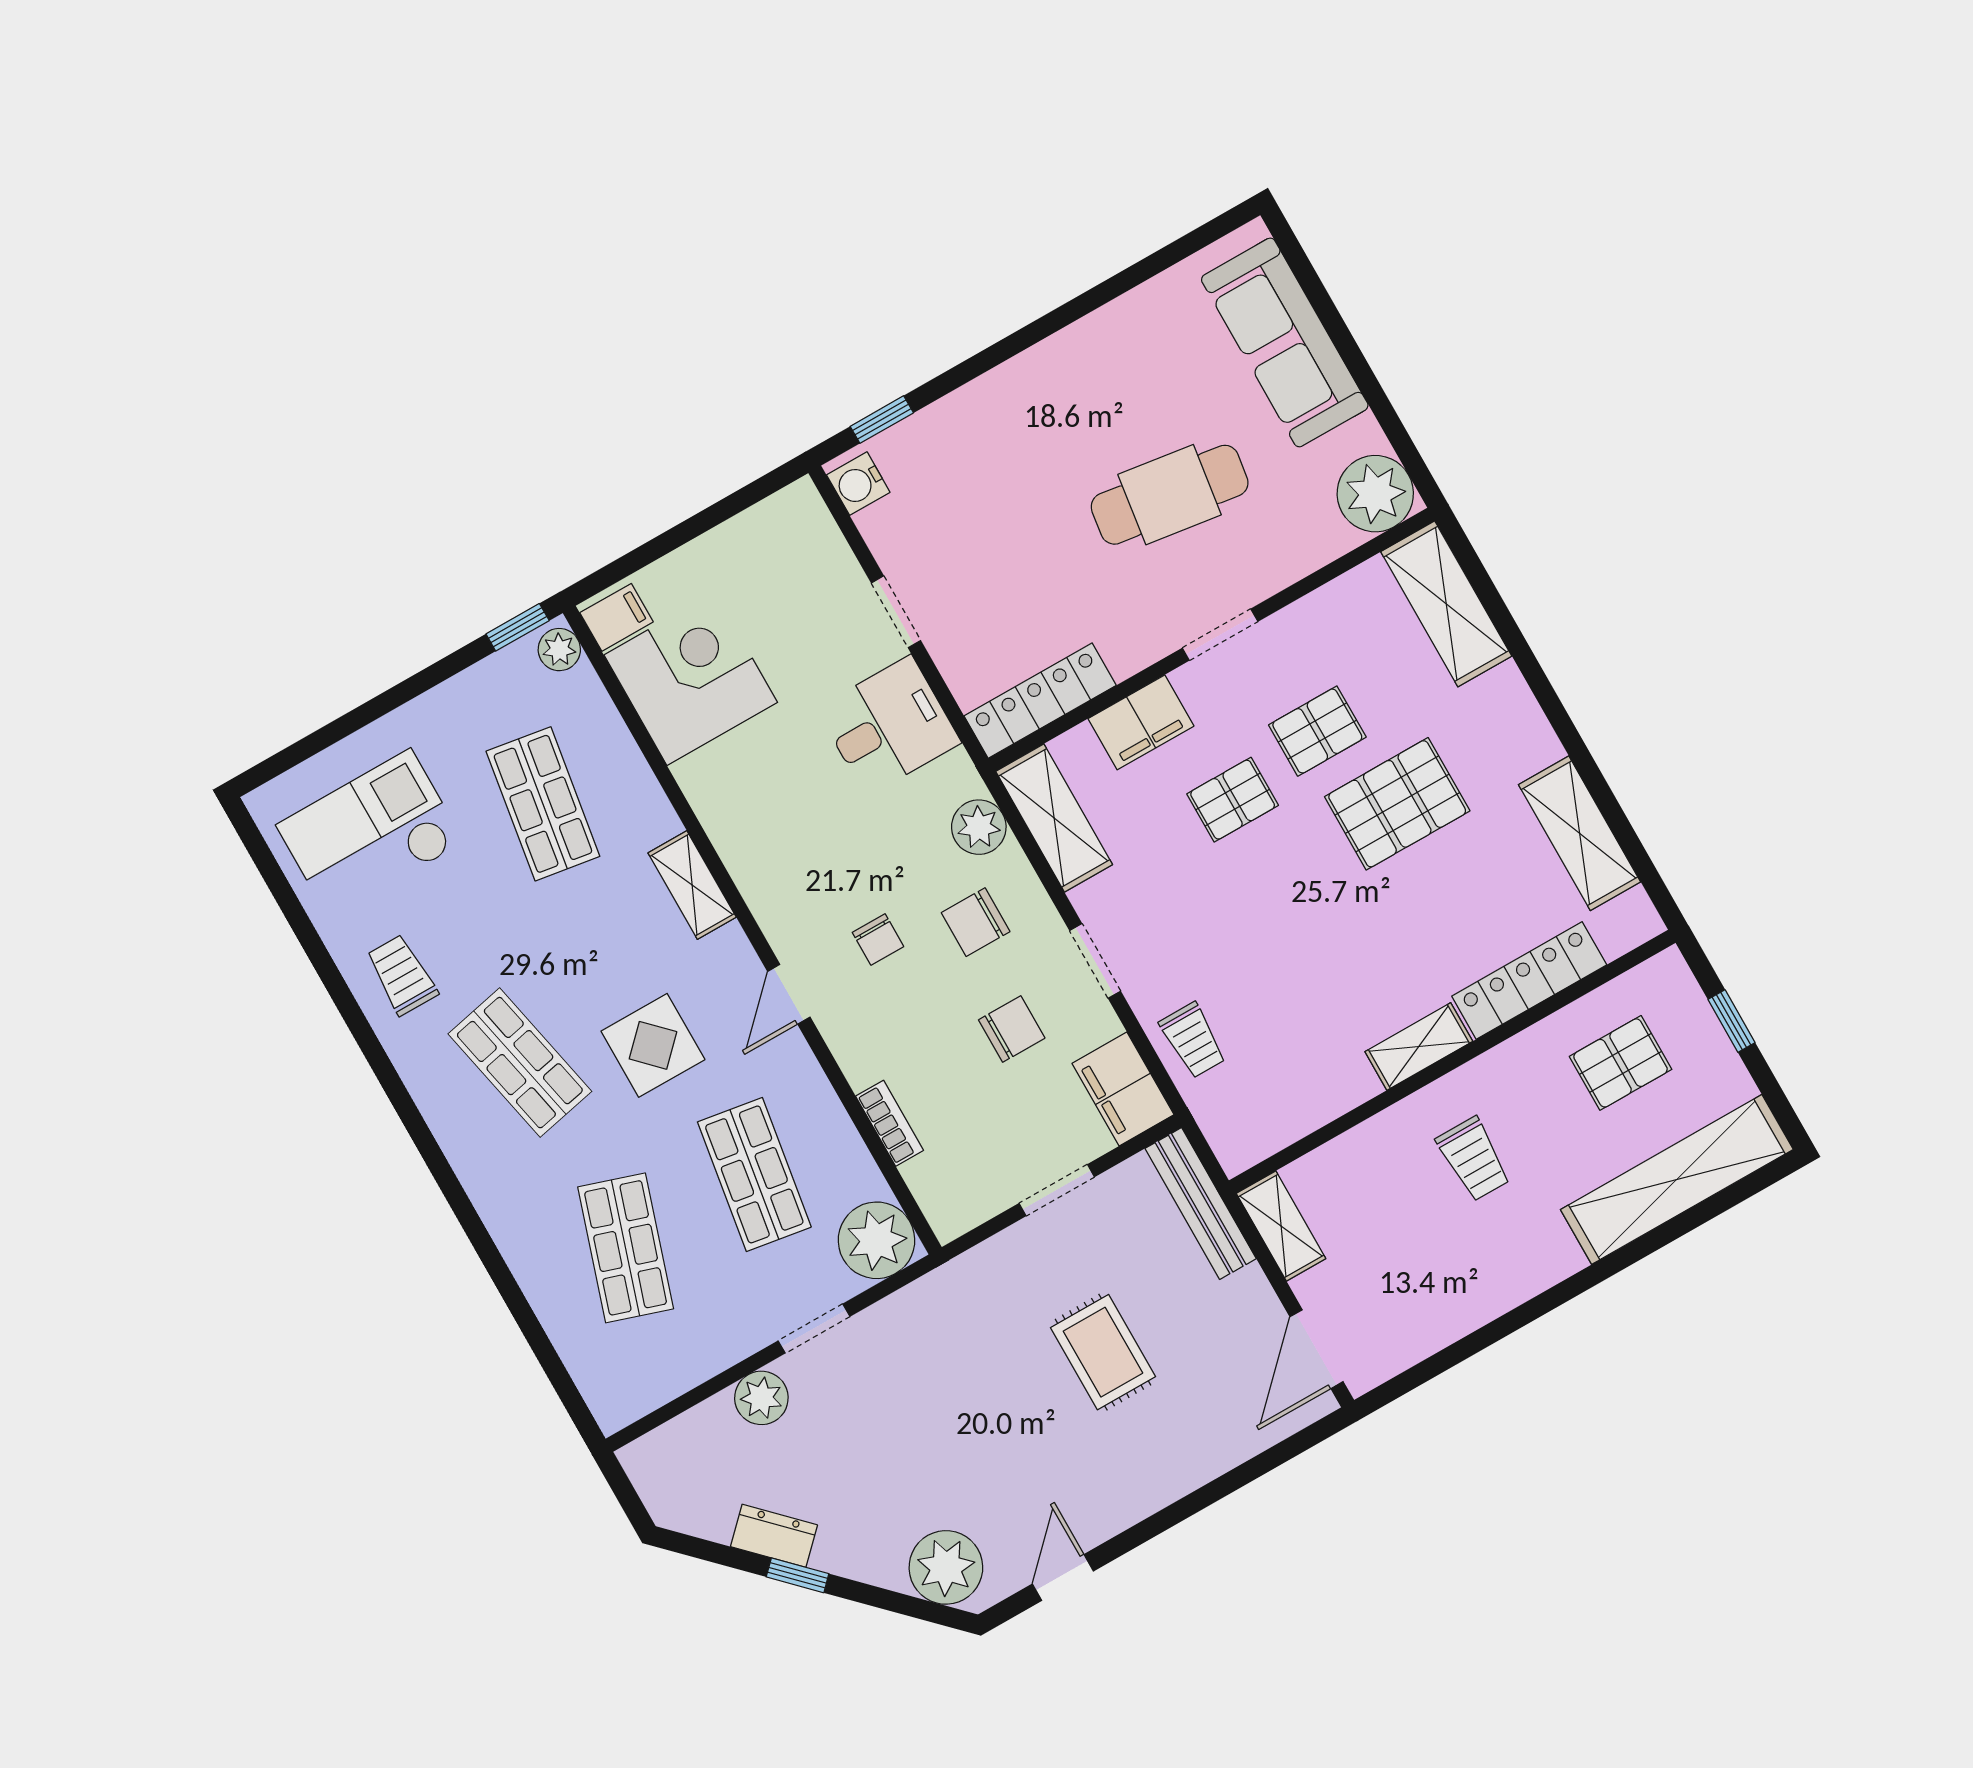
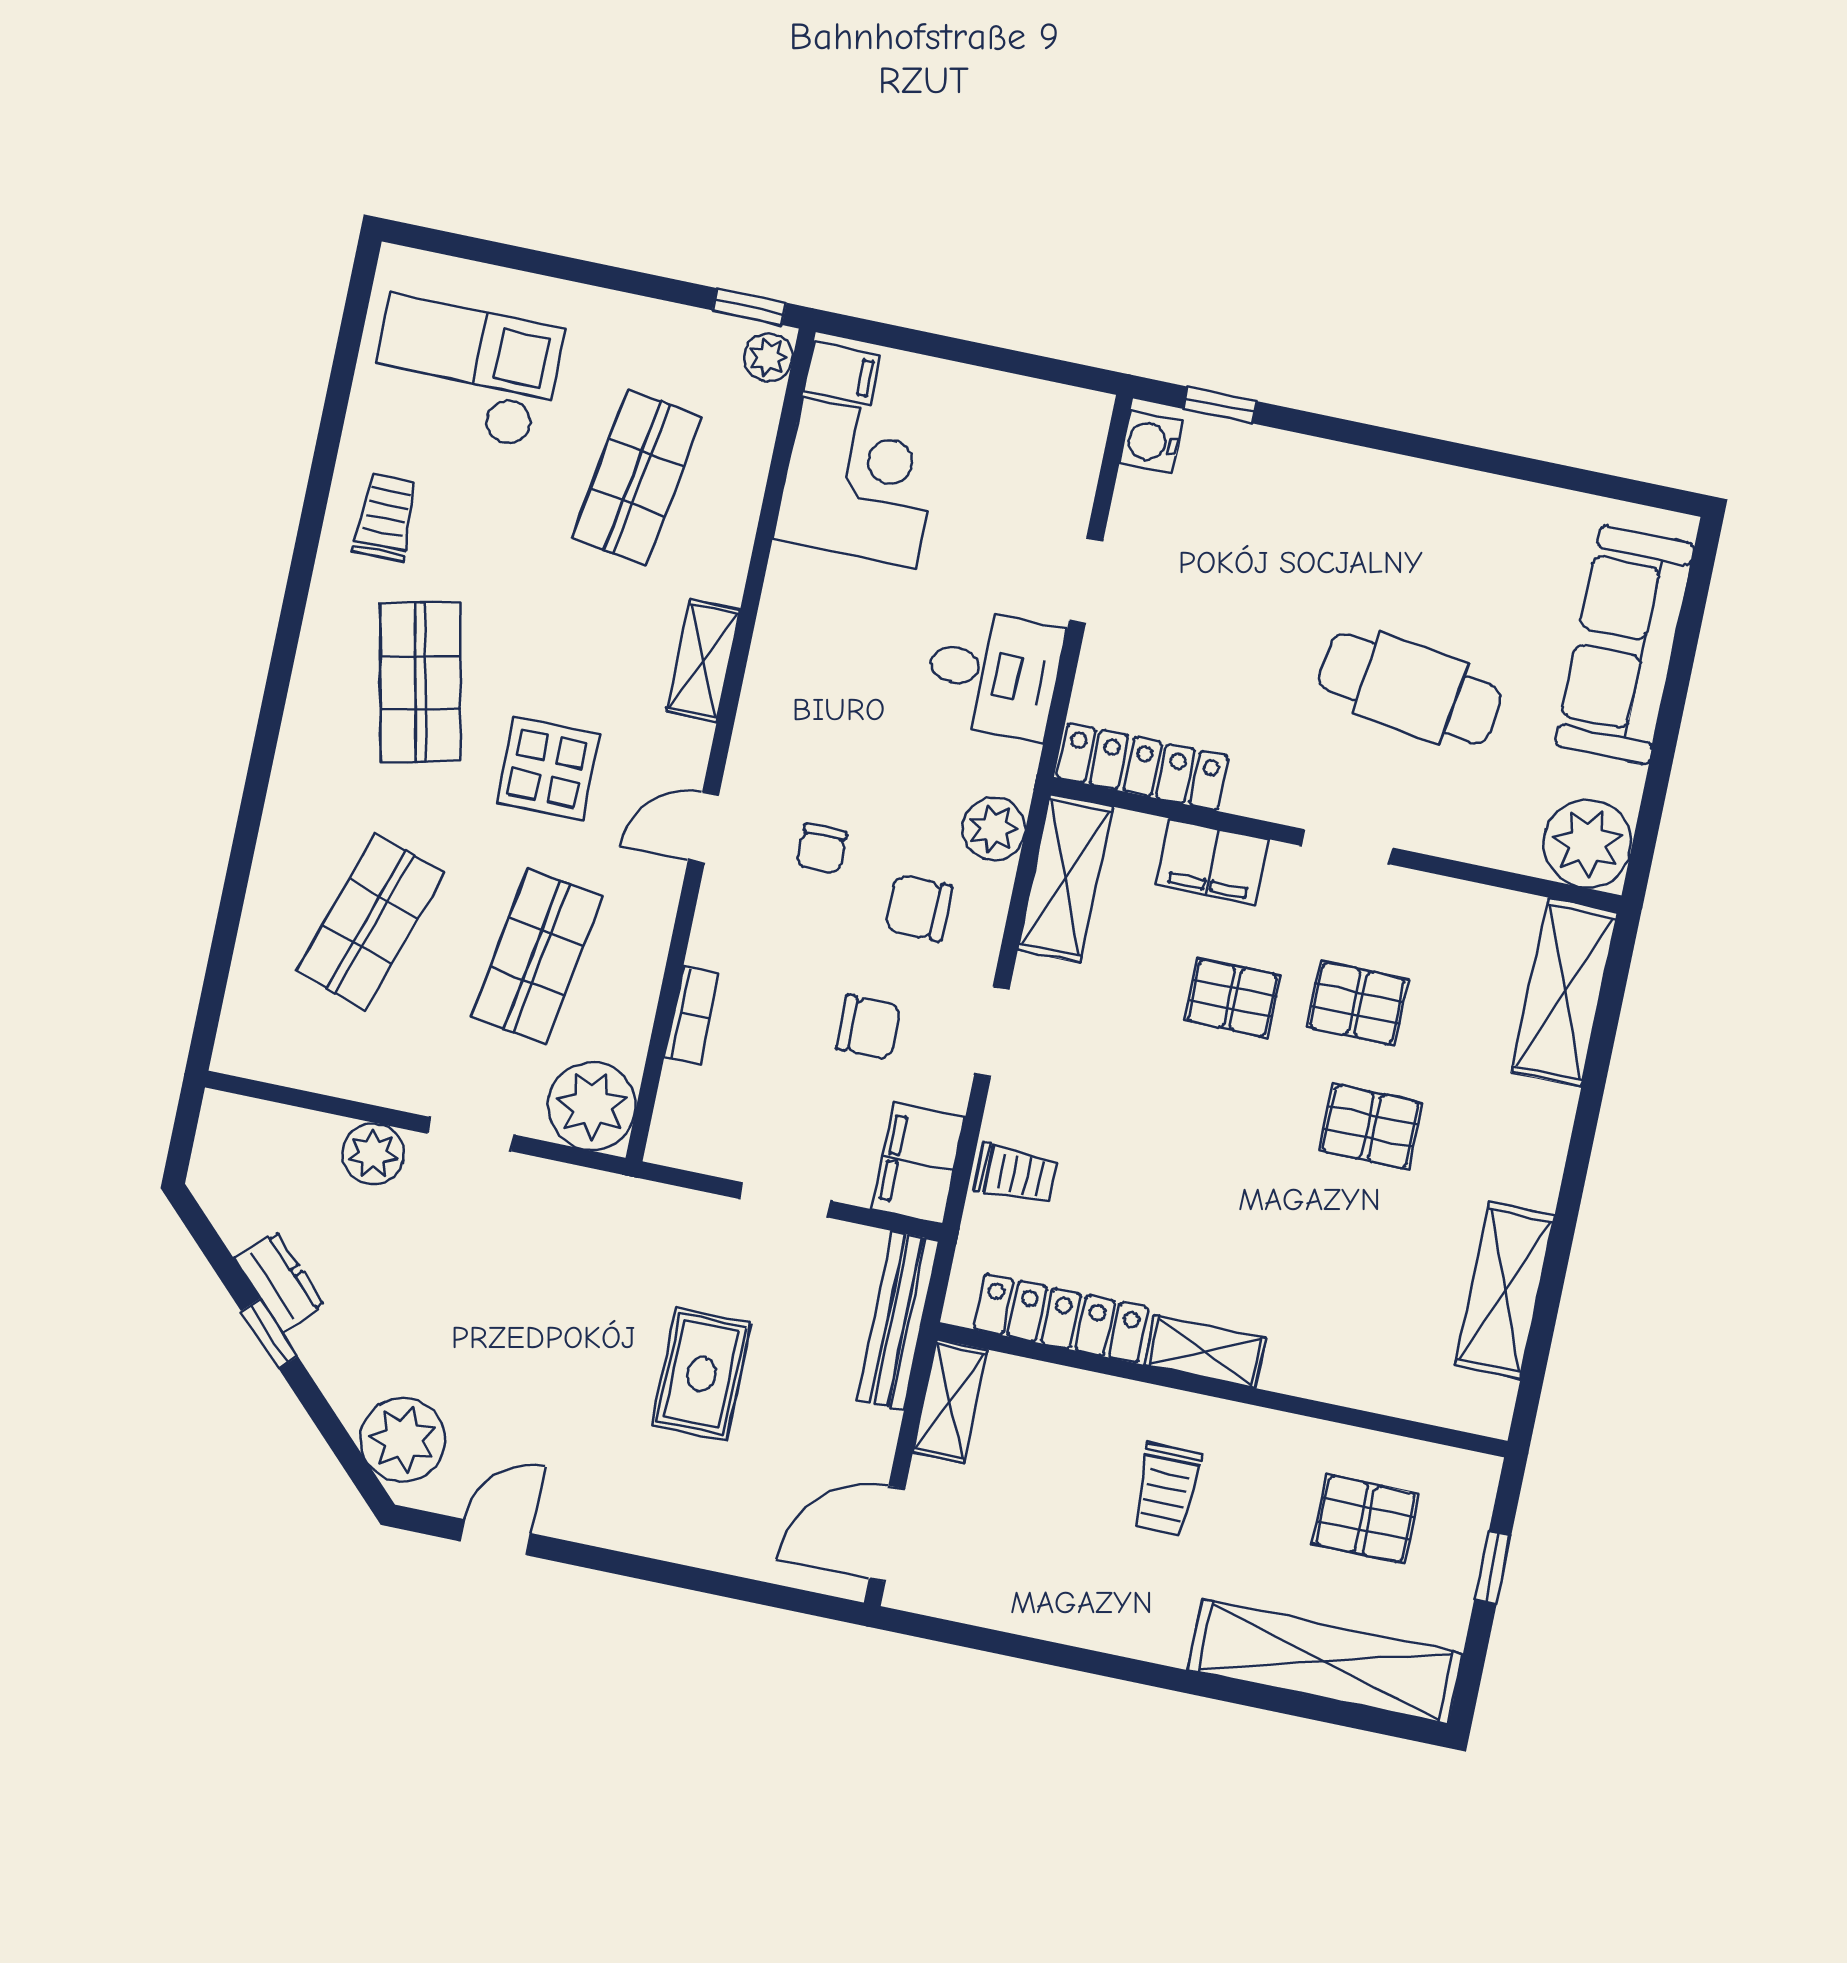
pallet: (1397, 804) -> (1371, 1127), width x0.67, depth x0.71
locker: (1529, 980) -> (1061, 1318), moved
trolley: (1193, 1040) -> (1016, 1174), turned -90

